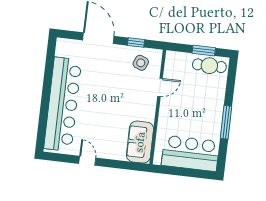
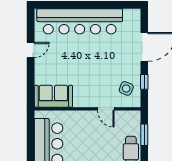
window: (204, 50) -> (144, 135), moved

